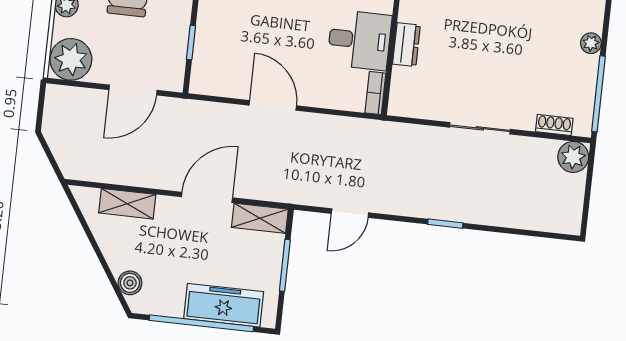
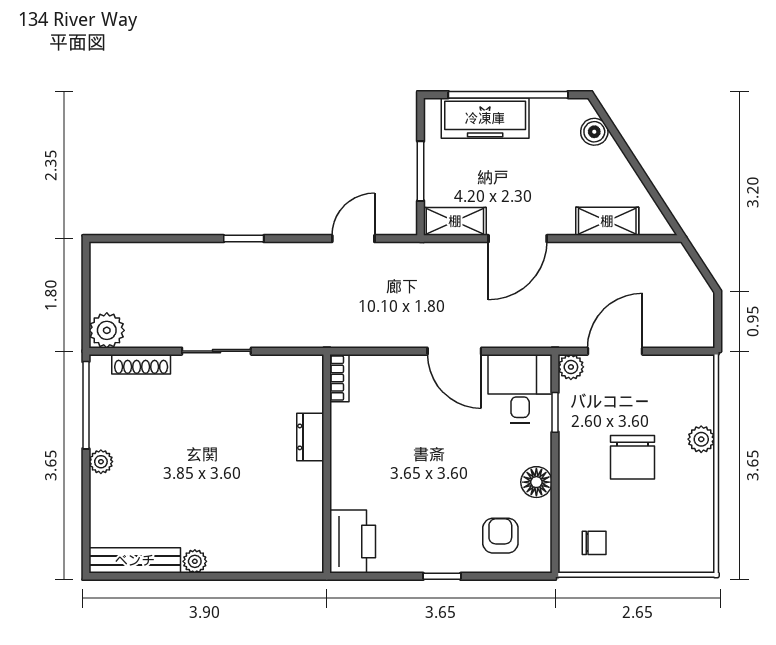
desk: (359, 40) -> (520, 389), moved, turned 90
plant: (71, 59) -> (571, 367), moved, width x0.53, depth x0.53
shoe rack: (554, 125) -> (141, 364), width x1.43

